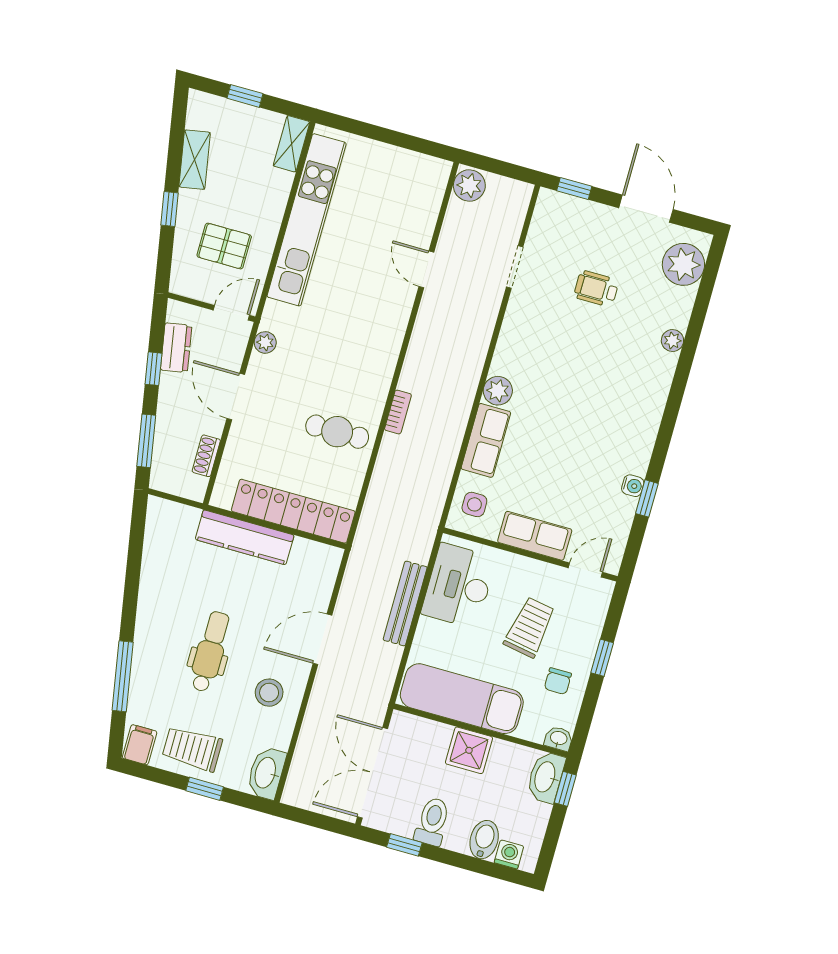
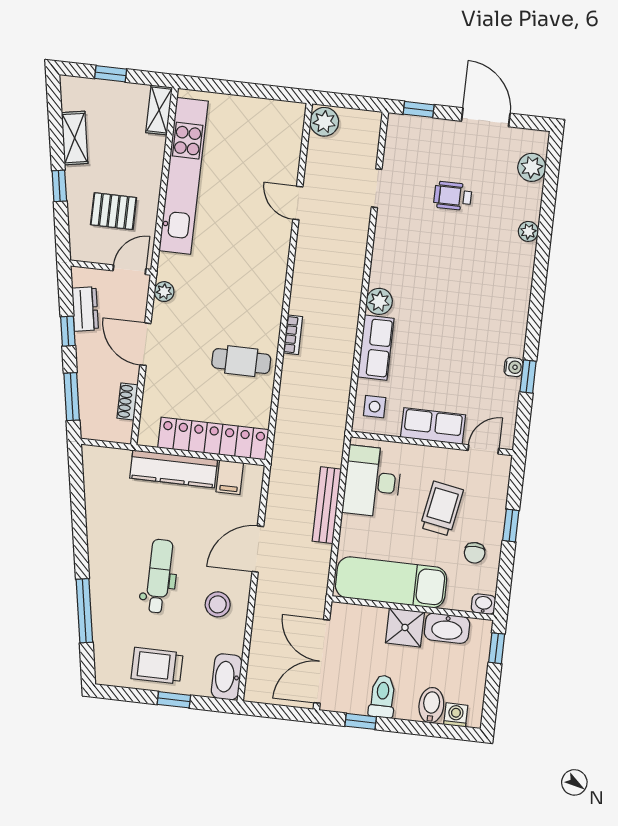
plant: (683, 264) -> (532, 167), width x0.73, depth x0.73
filing cabinet: (140, 745) -> (230, 477), moved, turned 180
washbasin: (546, 777) -> (447, 628), moved, turned -90

